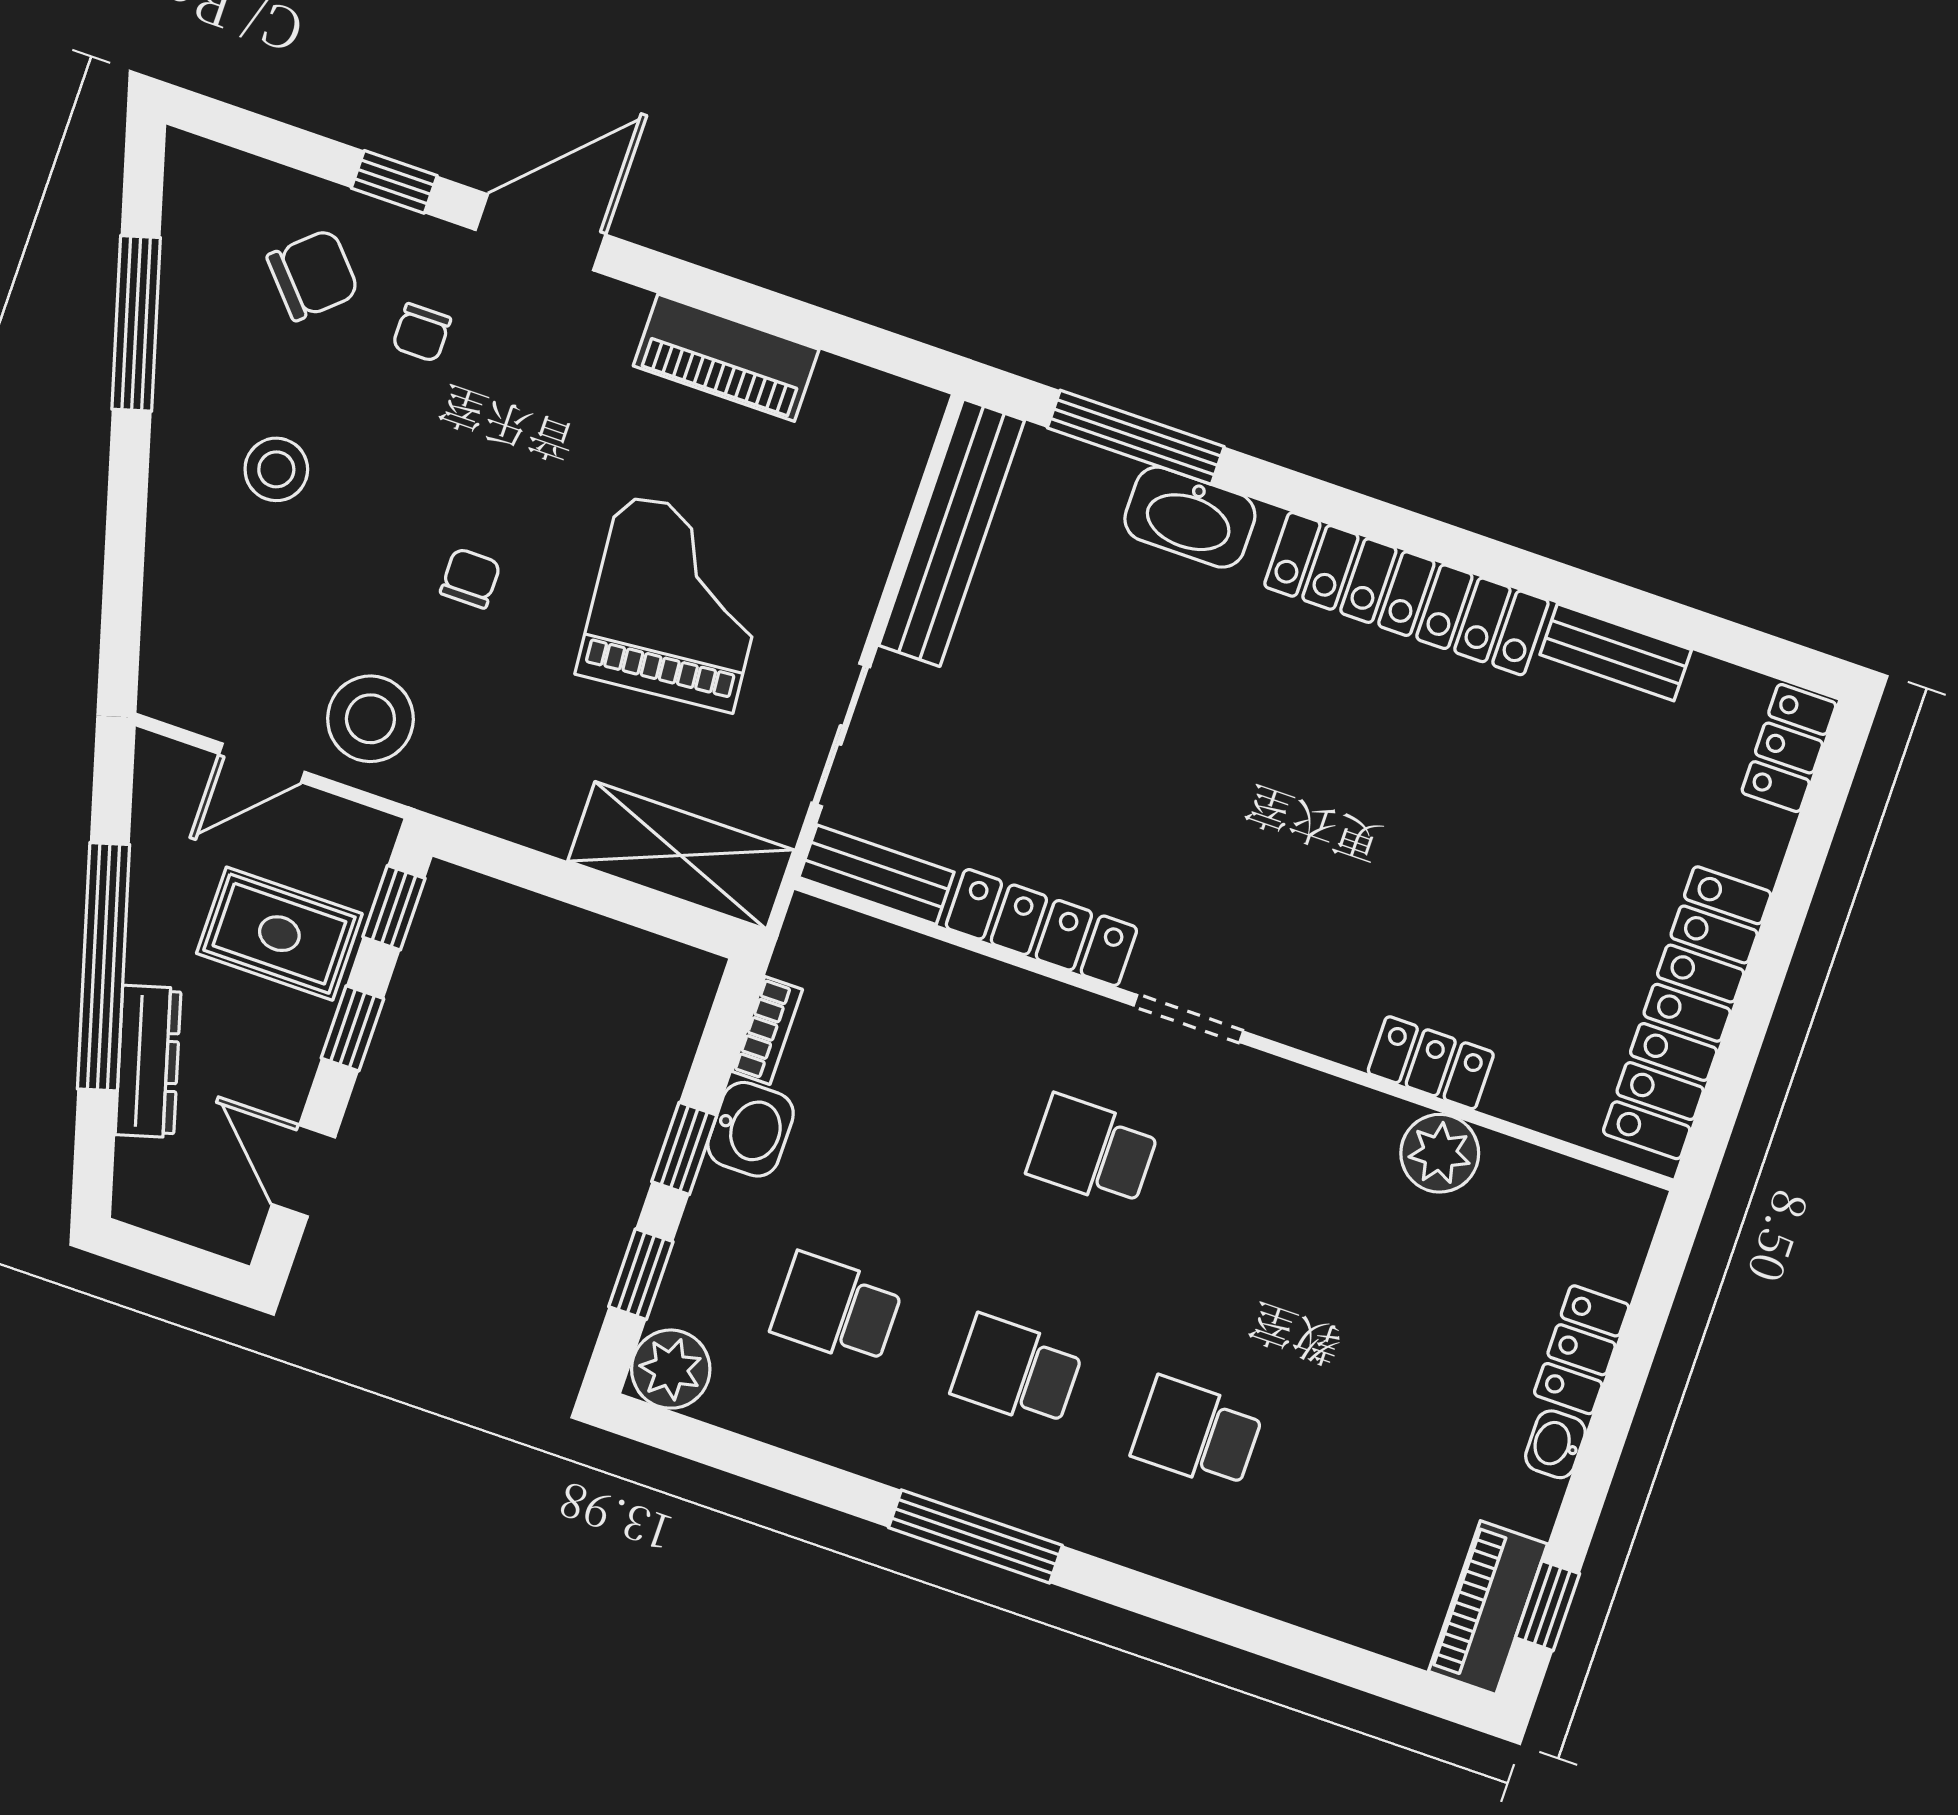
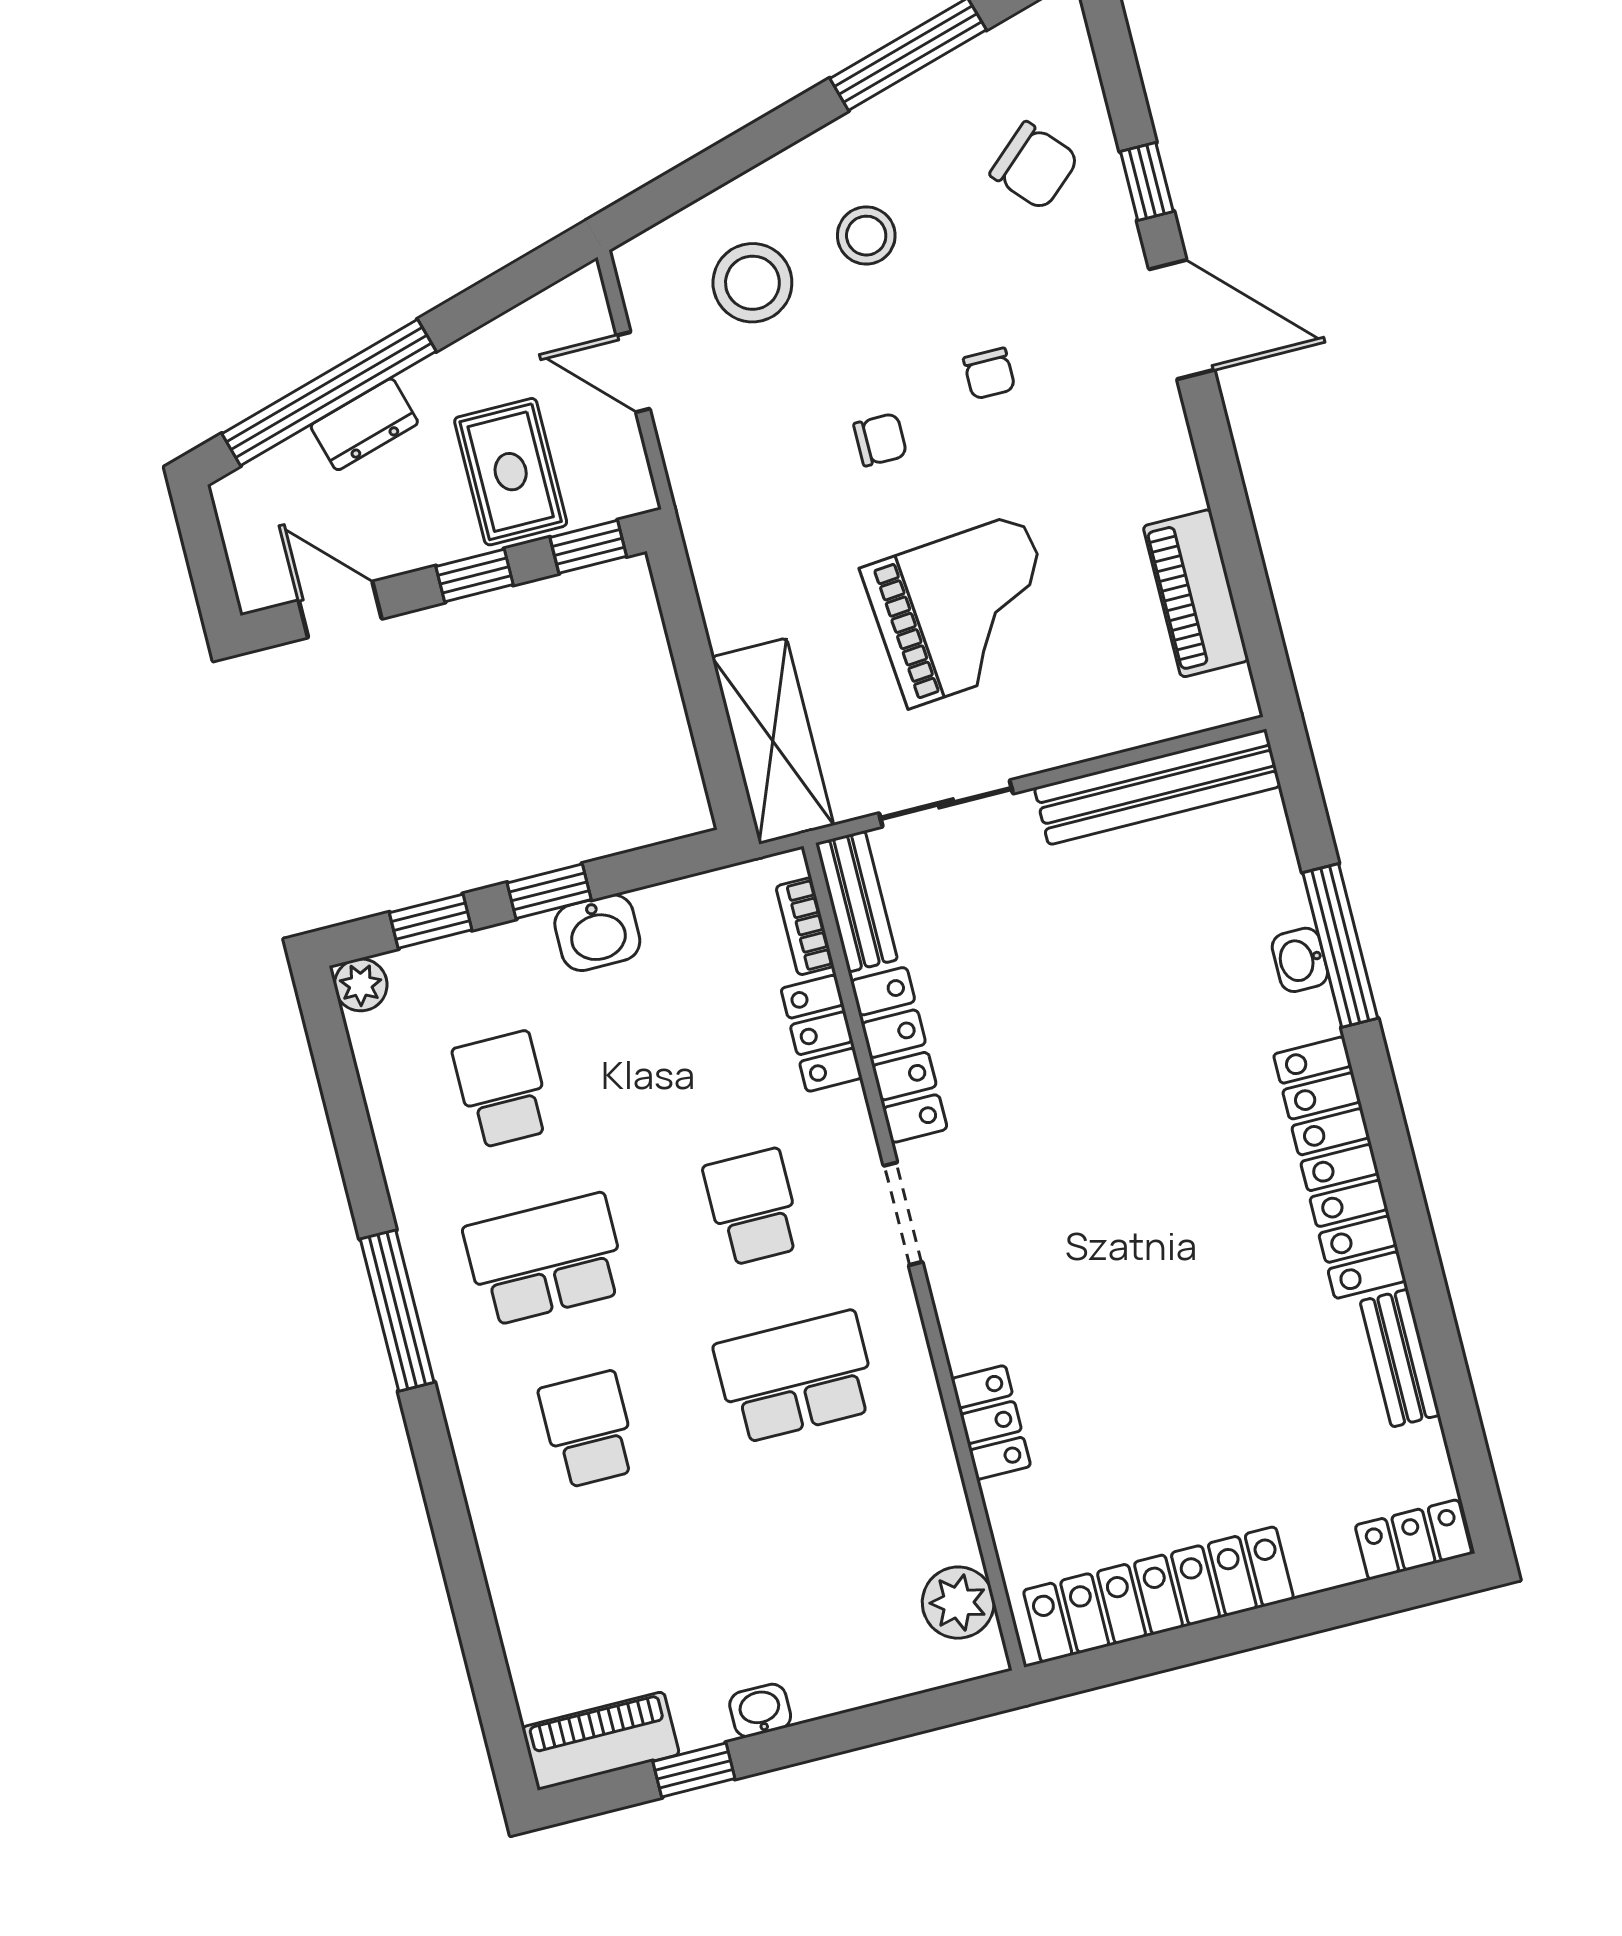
chair: (422, 333) -> (989, 374), moved, turned -90
piano: (726, 358) -> (1196, 593), moved
window: (1136, 437) -> (1340, 946), moved
washbasin: (1190, 517) -> (1300, 960), width x0.52, depth x0.69
stool: (370, 719) -> (752, 283), moved
window: (104, 967) -> (329, 393), moved
bookcase: (767, 1030) -> (805, 926), moved, turned 90
dresser: (148, 1061) -> (364, 424), width x0.70
plant: (1440, 1153) -> (958, 1603), moved
door: (303, 1171) -> (340, 610), hinge flipped
school desk: (1273, 1213) -> (796, 1377), added
locker: (1582, 1350) -> (821, 1033), moved, turned -90
plant: (671, 1369) -> (361, 985), width x0.73, depth x0.73
school desk: (1017, 1371) -> (545, 1259), width x1.85
window: (1547, 1606) -> (694, 1770), moved

